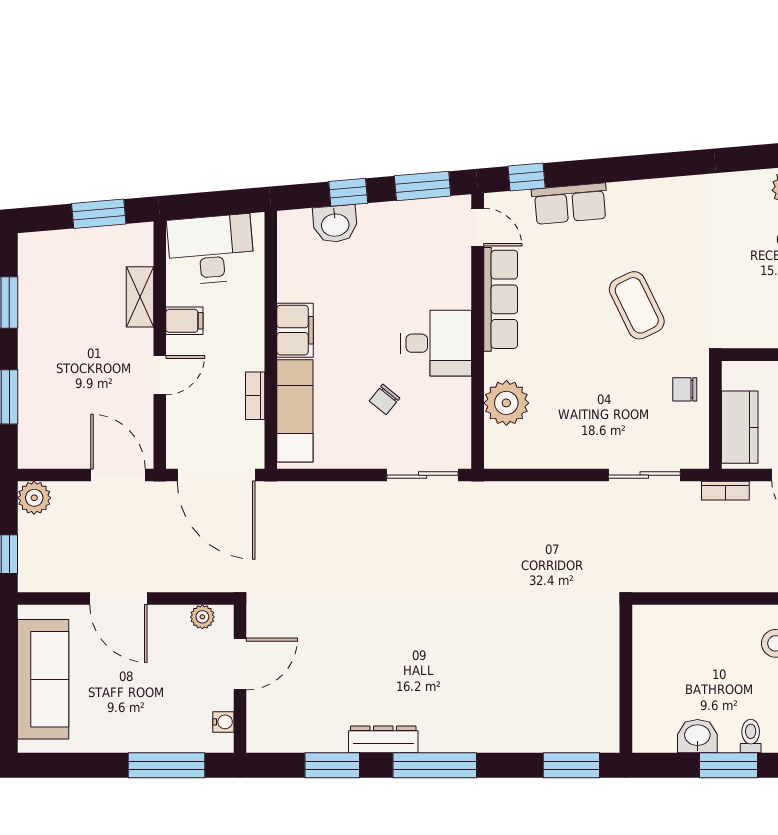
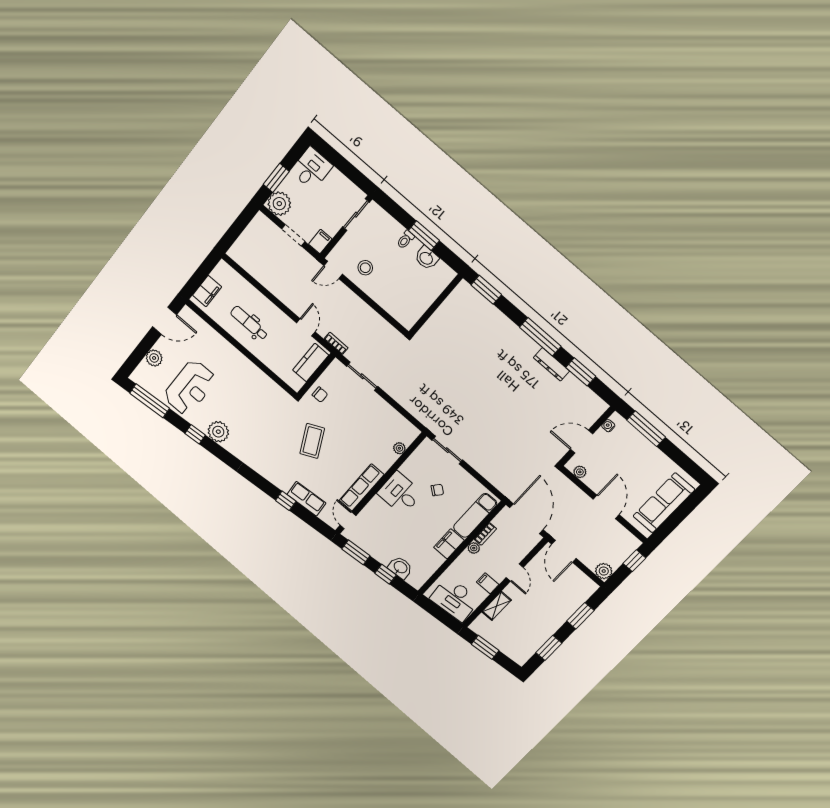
window: (527, 177) -> (286, 501), moved
plant: (253, 358) -> (474, 548), added
door: (160, 375) -> (515, 573), swing flipped
plant: (506, 403) -> (399, 448), width x0.53, depth x0.53

